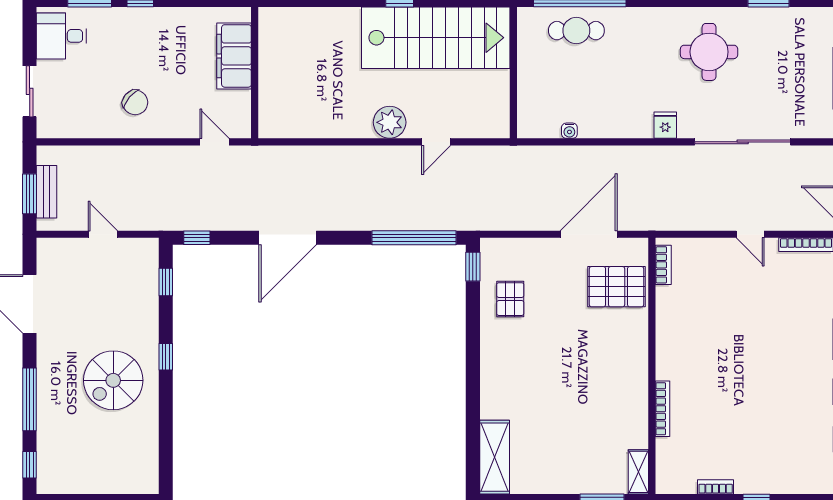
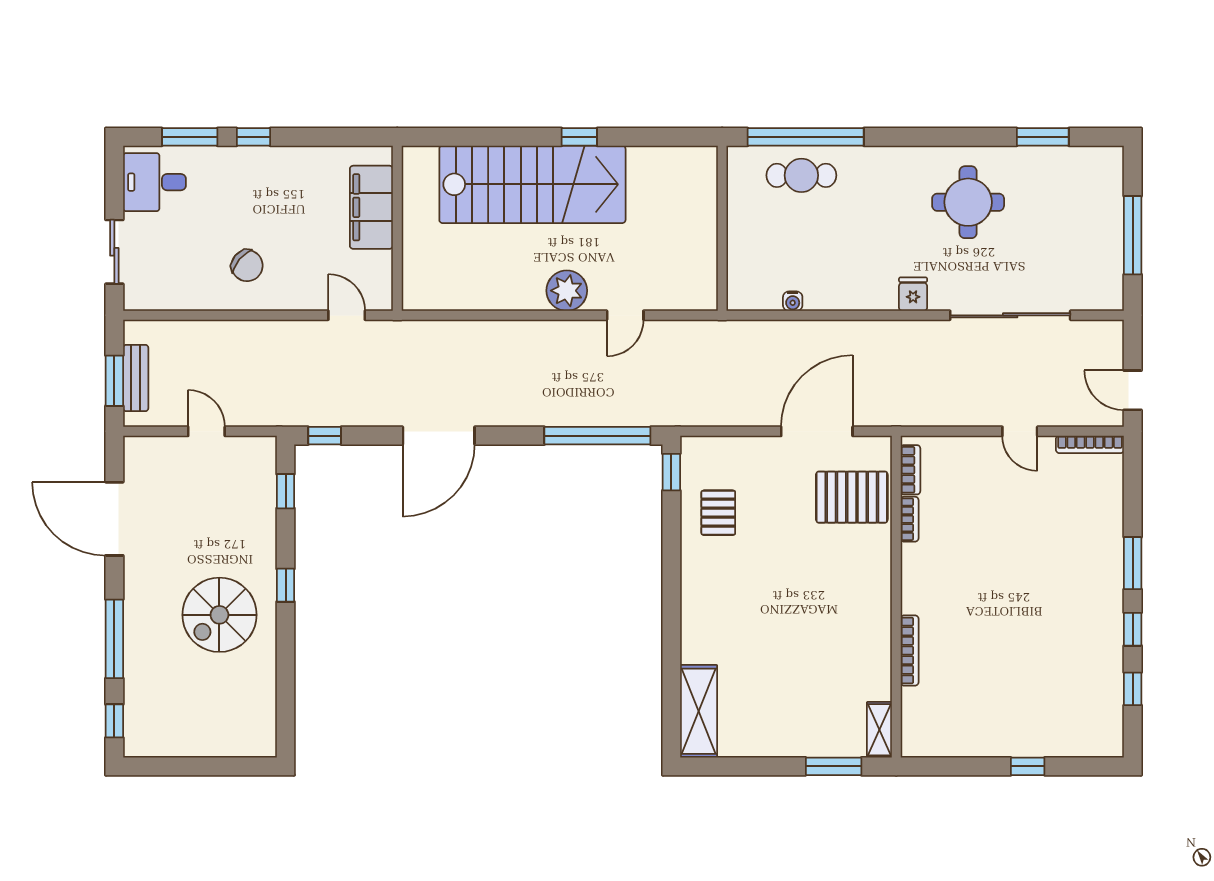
stairs: (436, 38) -> (532, 184), moved
bookcase: (716, 487) -> (910, 519), moved, turned 90

